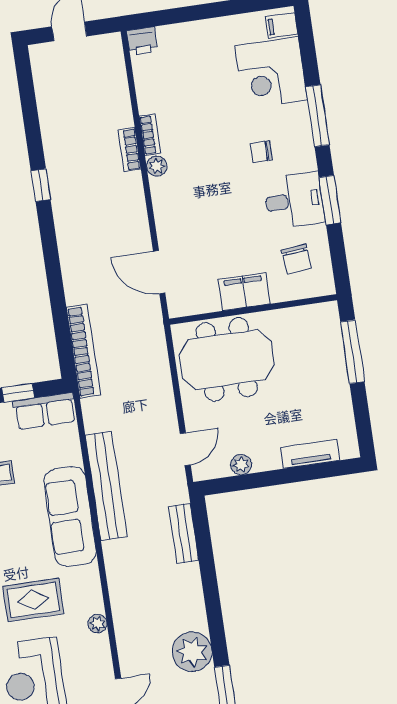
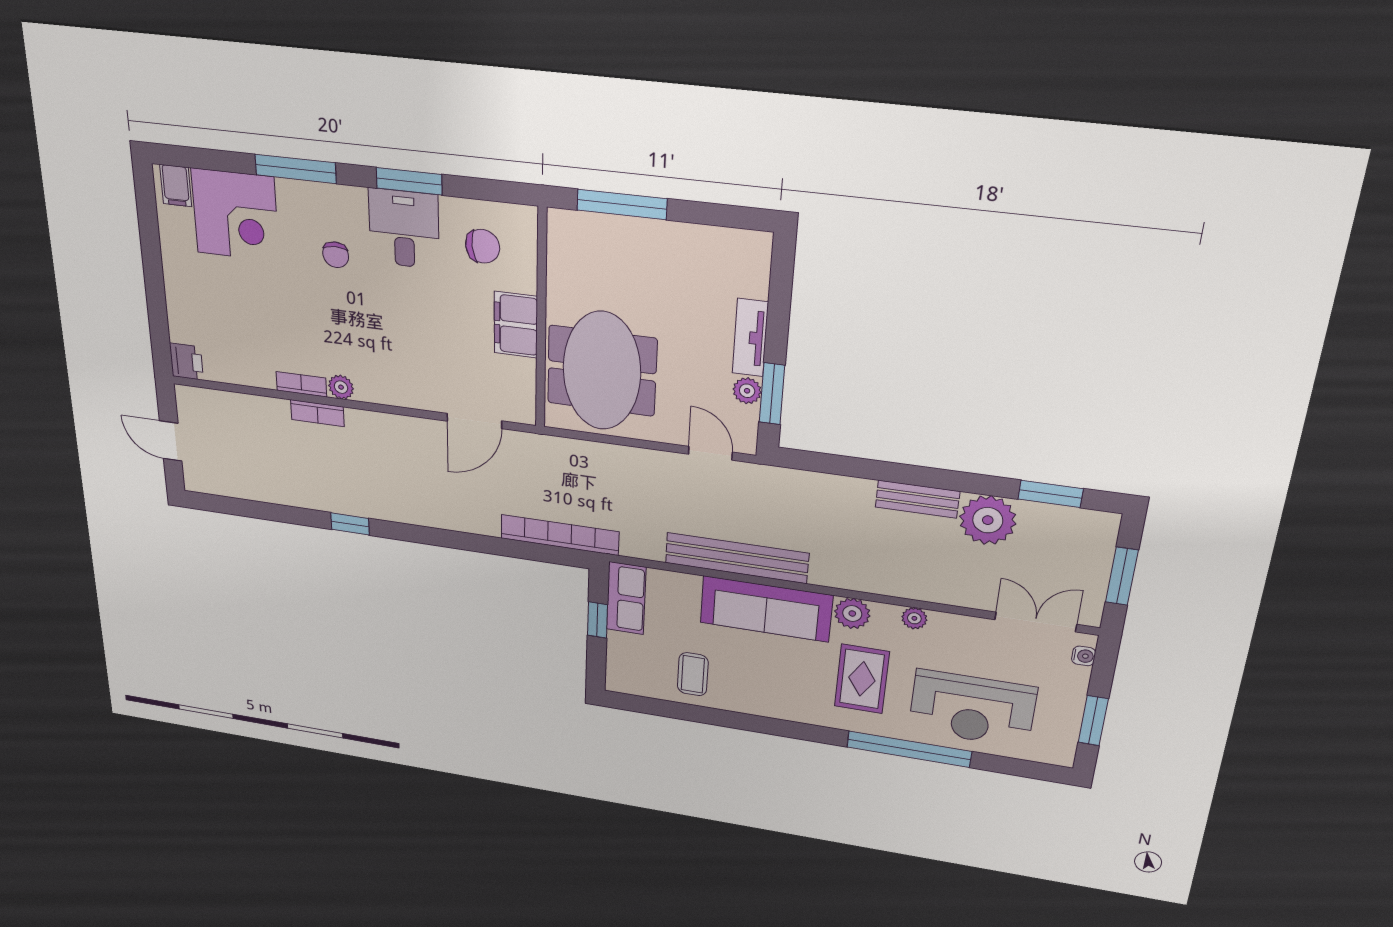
tv unit: (310, 454) -> (750, 338), moved
window: (244, 482) -> (772, 394), added
bench: (184, 534) -> (917, 499), moved
plant: (87, 579) -> (852, 614), added

